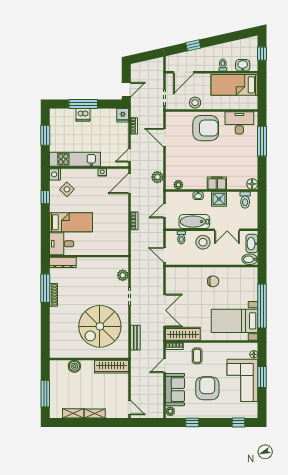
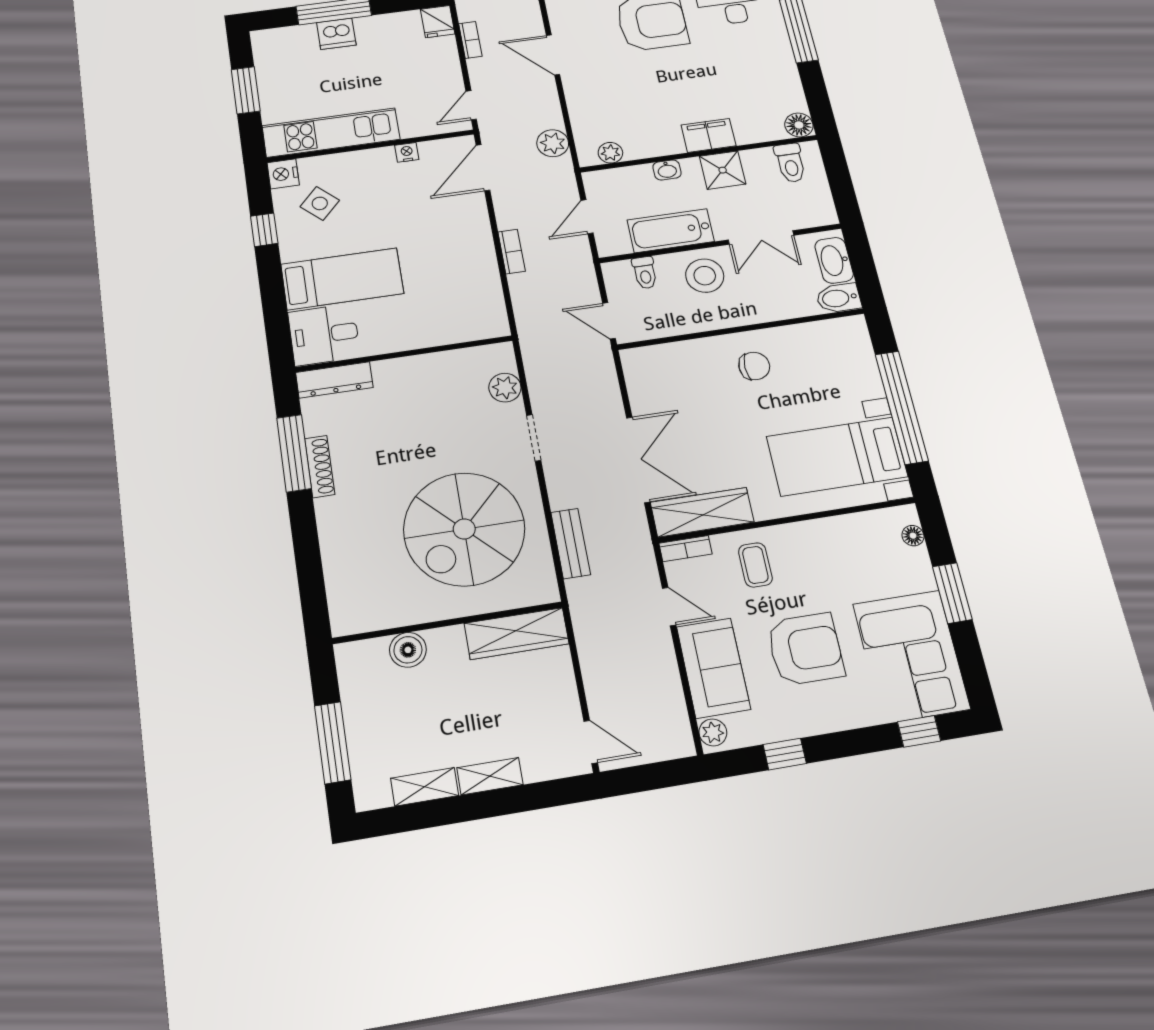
door: (165, 366) -> (669, 607), swing flipped
corner sofa: (242, 380) -> (911, 656), moved
armchair: (207, 388) -> (805, 649), turned 90

